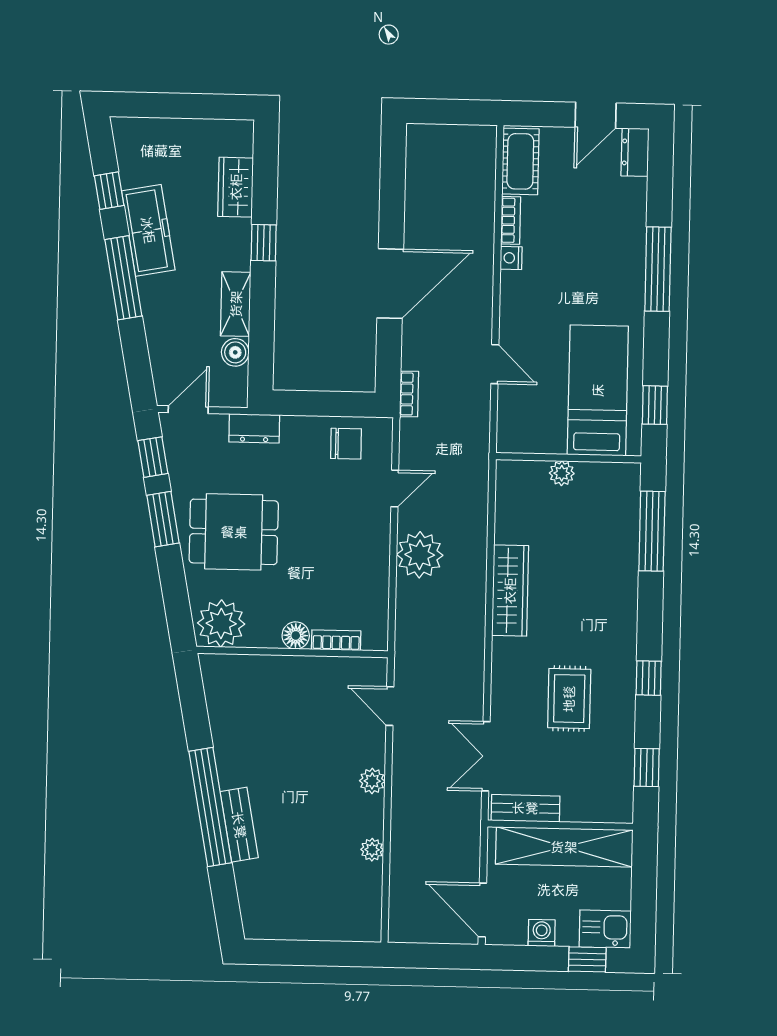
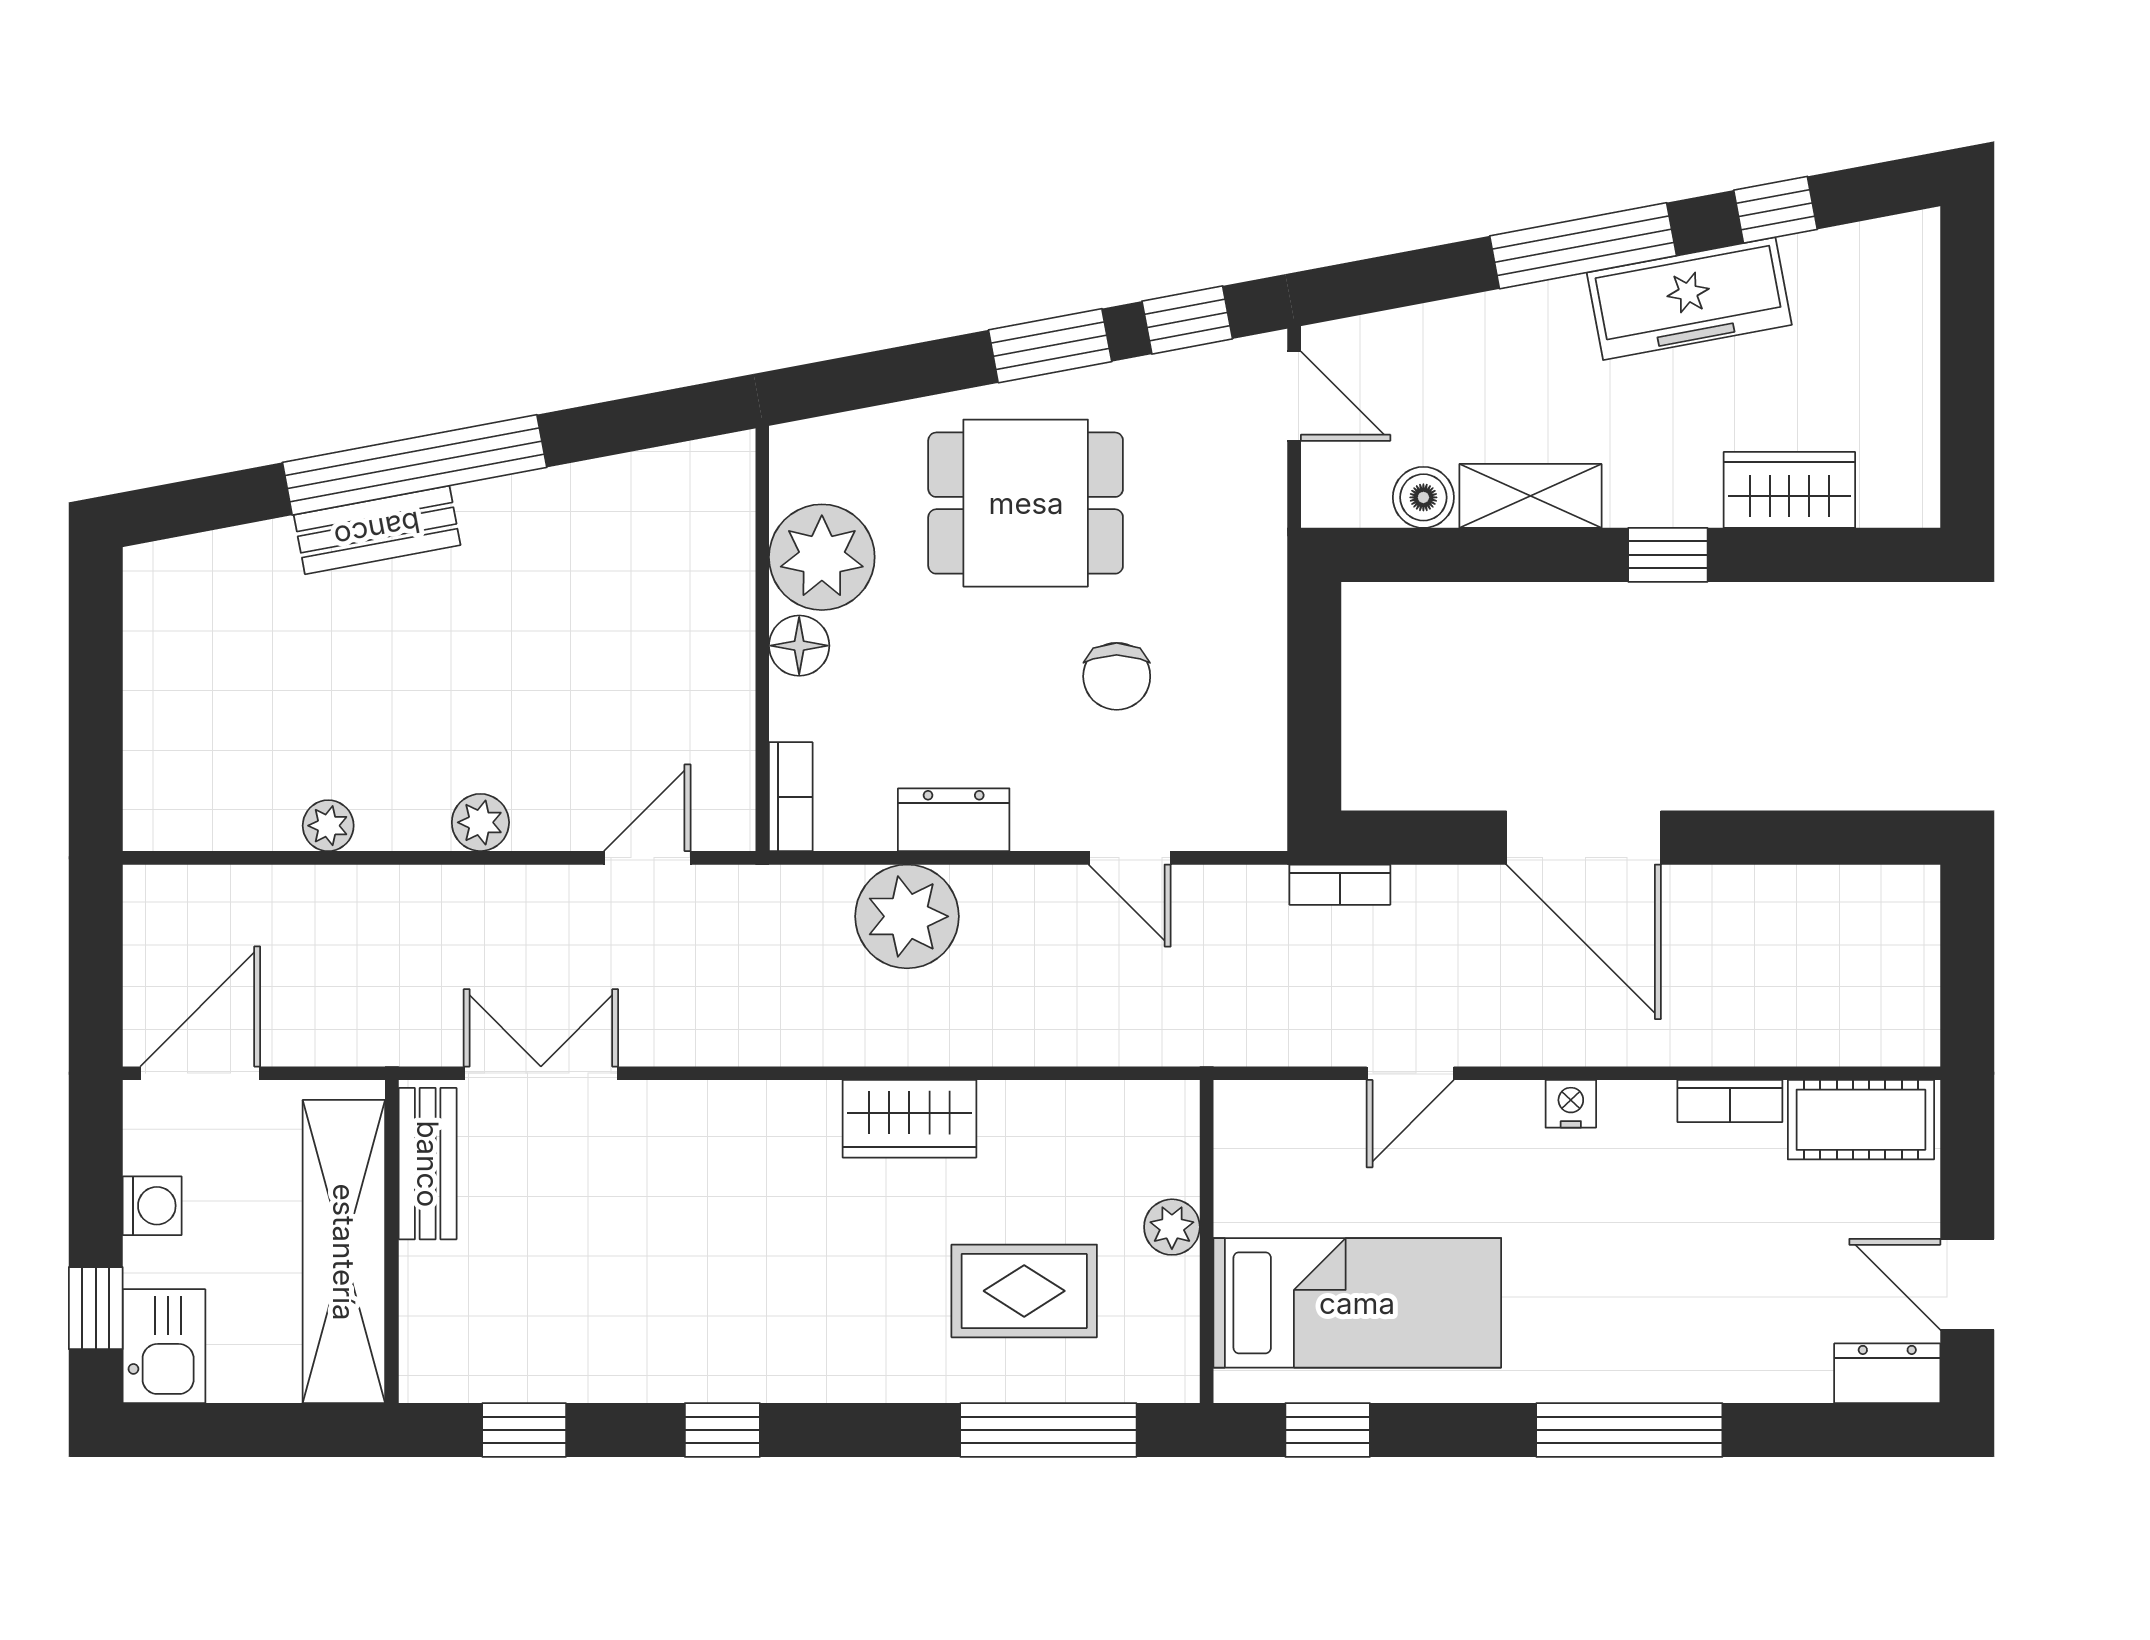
nightstand: (511, 258) -> (1571, 1104), moved
dresser: (254, 428) -> (954, 820), moved, turned 90
chair: (346, 444) -> (1117, 676), moved
dining table: (234, 532) -> (1026, 503), turned 90
plant: (420, 555) -> (907, 916), moved
wardrobe: (510, 591) -> (909, 1119), width x0.67
plant: (221, 623) -> (822, 557), moved
bookcase: (336, 640) -> (791, 797), moved
rug: (569, 699) -> (1024, 1291), moved

